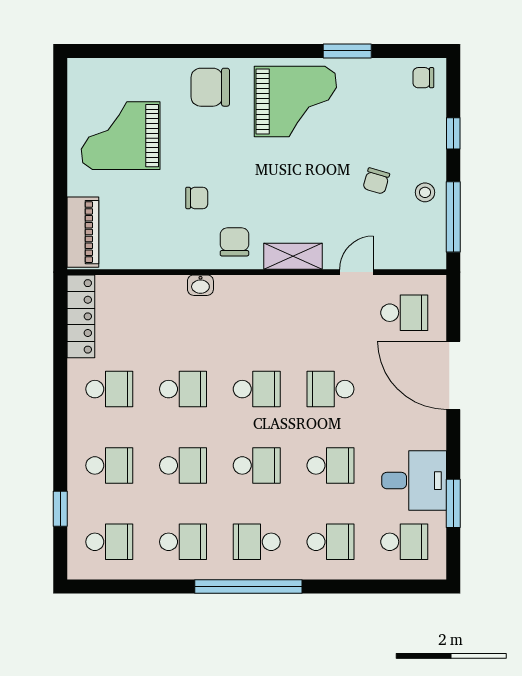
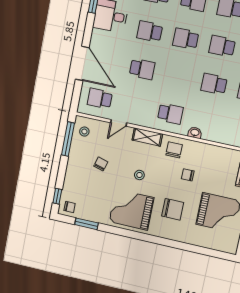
window: (347, 51) -> (86, 224), moved
chair: (210, 87) -> (173, 209), moved
window: (453, 133) -> (57, 196), moved
stool: (294, 176) -> (139, 175), added
stool: (425, 192) -> (84, 132), moved
chair: (234, 242) -> (174, 150), turned 180
school desk: (257, 389) -> (170, 114), moved, turned 180

